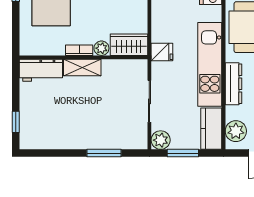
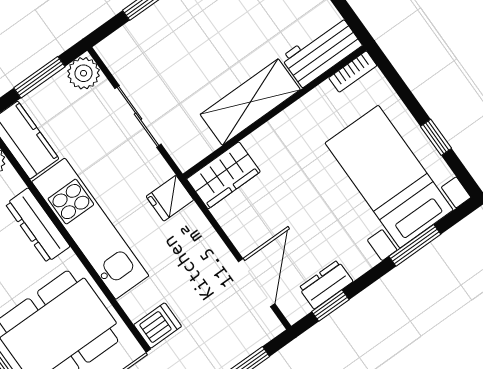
plant: (101, 48) -> (259, 143), removed
bookcase: (79, 50) -> (353, 72), moved
shelving: (82, 68) -> (250, 102), width x1.50, depth x1.33

